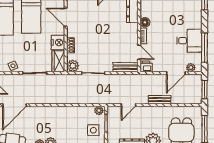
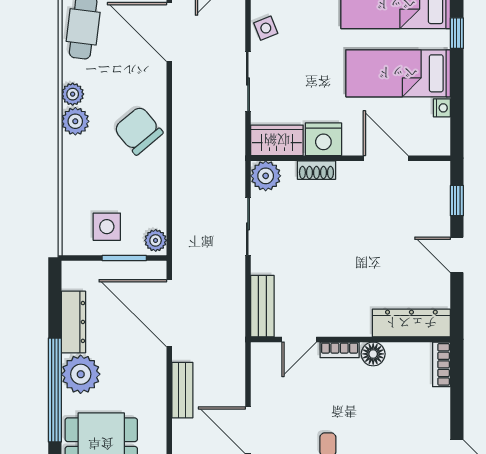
door: (66, 17) -> (386, 158), hinge flipped
printer: (146, 66) -> (264, 357), removed
door: (128, 105) -> (169, 313), width x1.88
chair: (54, 117) -> (138, 130), added

